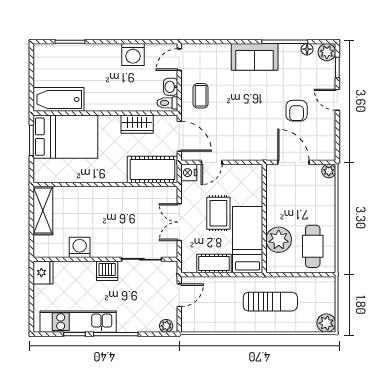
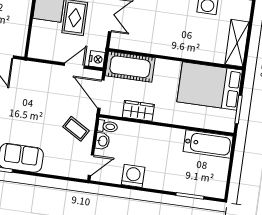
coffee table: (201, 96) -> (76, 129), turned -59
bed: (65, 137) -> (210, 86), moved

